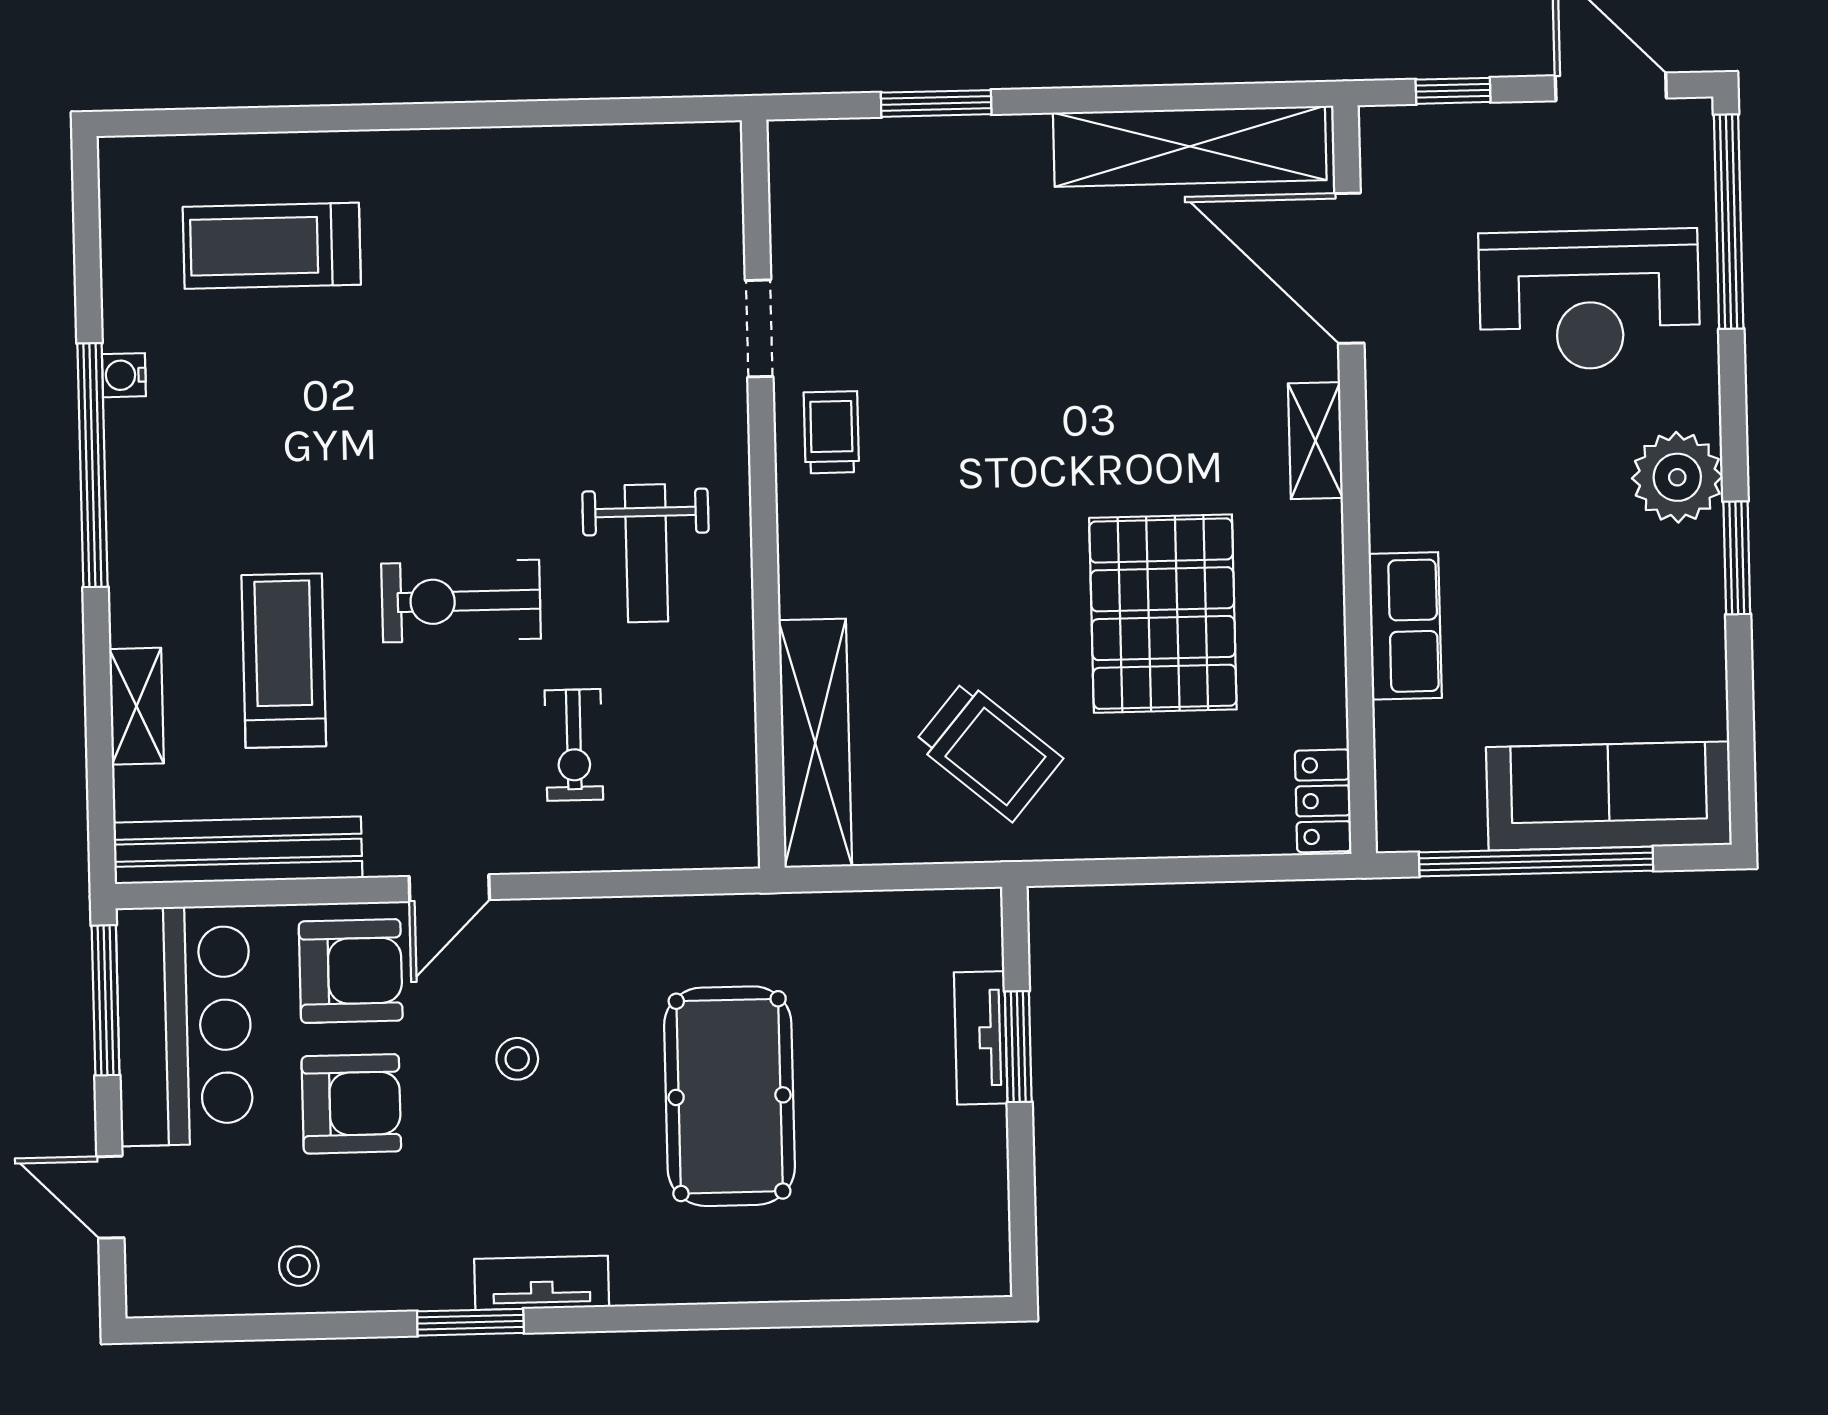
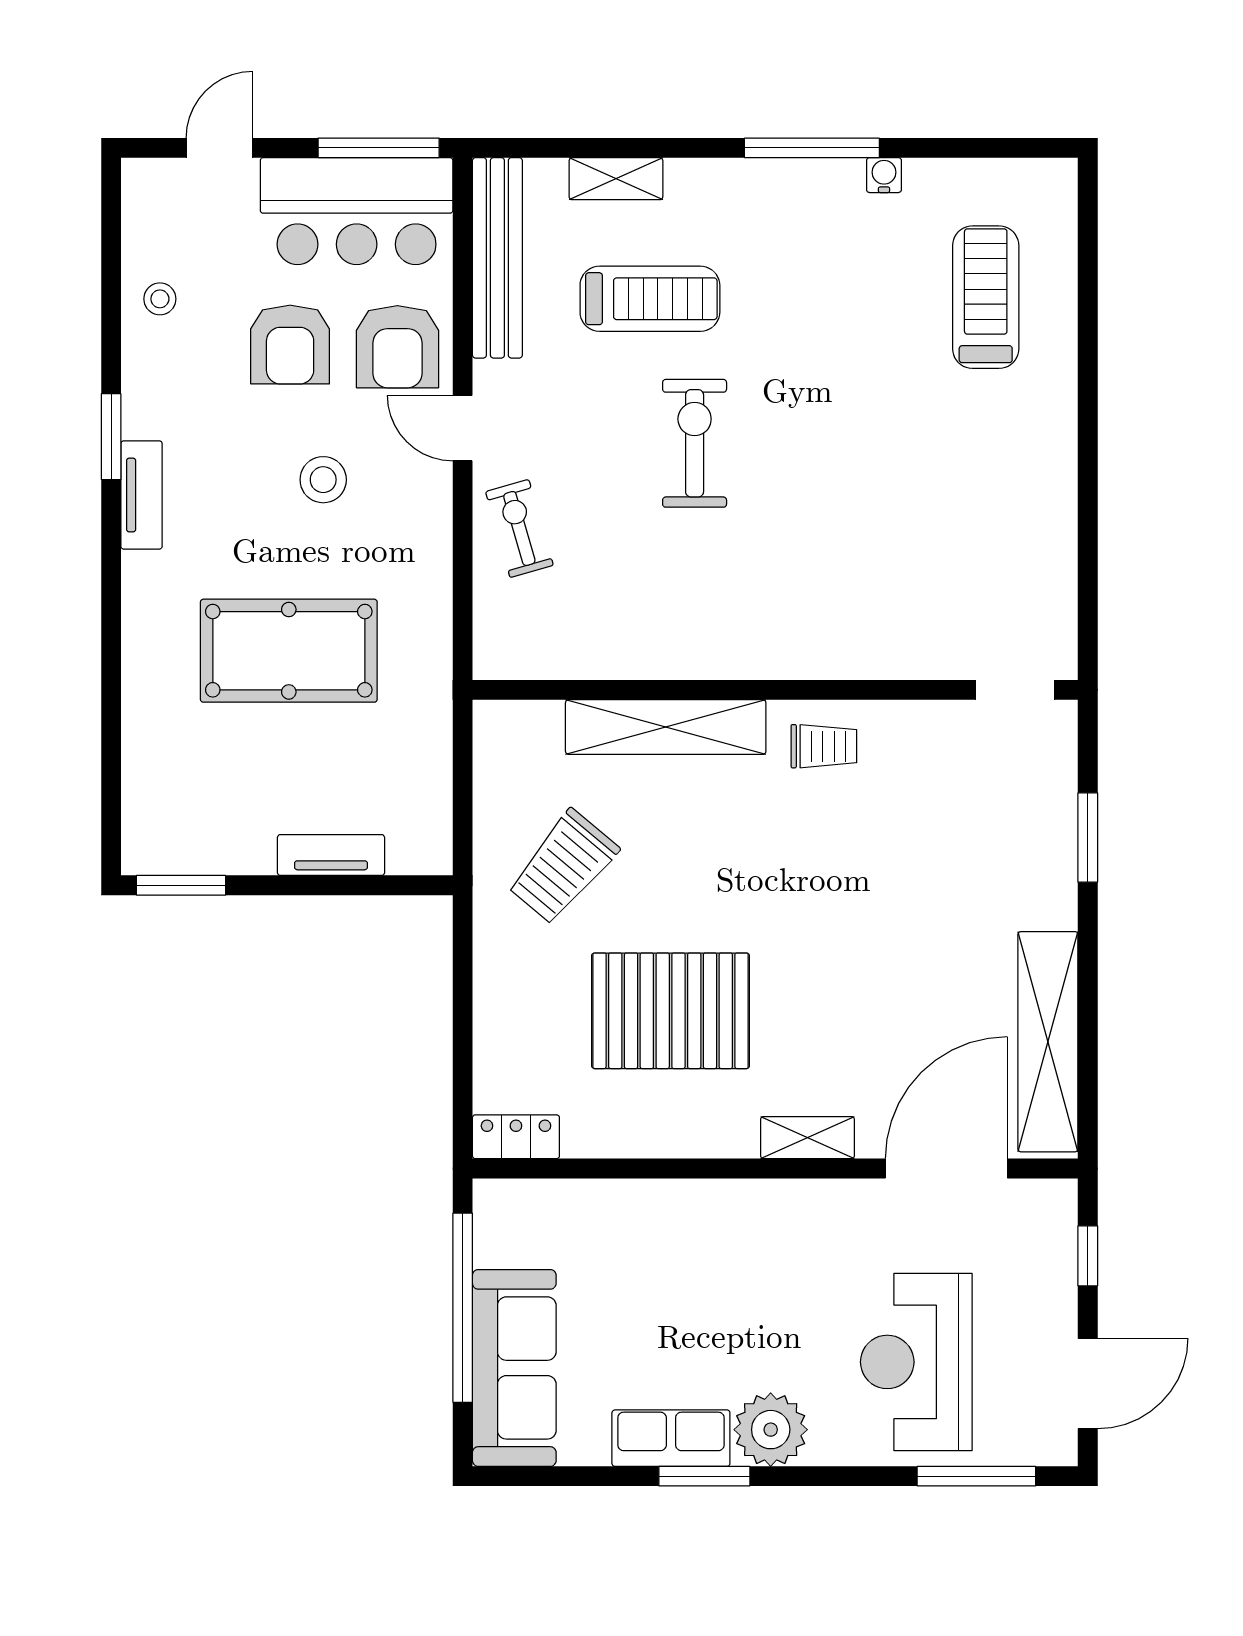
window: (1729, 222) -> (976, 1476), width x0.68
doorway: (759, 328) -> (1015, 690), moved
window: (92, 465) -> (812, 148), width x0.68
weight bench: (646, 553) -> (730, 594), removed
row of seats: (1405, 626) -> (671, 1438), moved, turned 180
shelving: (815, 743) -> (666, 727), moved
exercise bike: (574, 745) -> (519, 528), moved, turned 74
window: (1018, 1047) -> (181, 885), moved
stool: (517, 1059) -> (323, 480), width x1.37, depth x1.37

